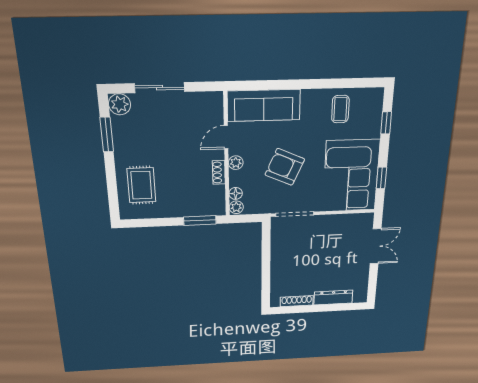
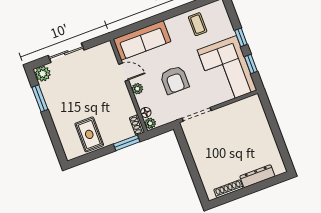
window: (386, 123) -> (241, 37), moved
door: (226, 137) -> (124, 72), swing flipped
armchair: (285, 167) -> (174, 80), turned -114
shoe rack: (219, 172) -> (137, 125), moved
rug: (141, 185) -> (89, 134), moved
double door: (376, 246) -> (272, 120), removed

